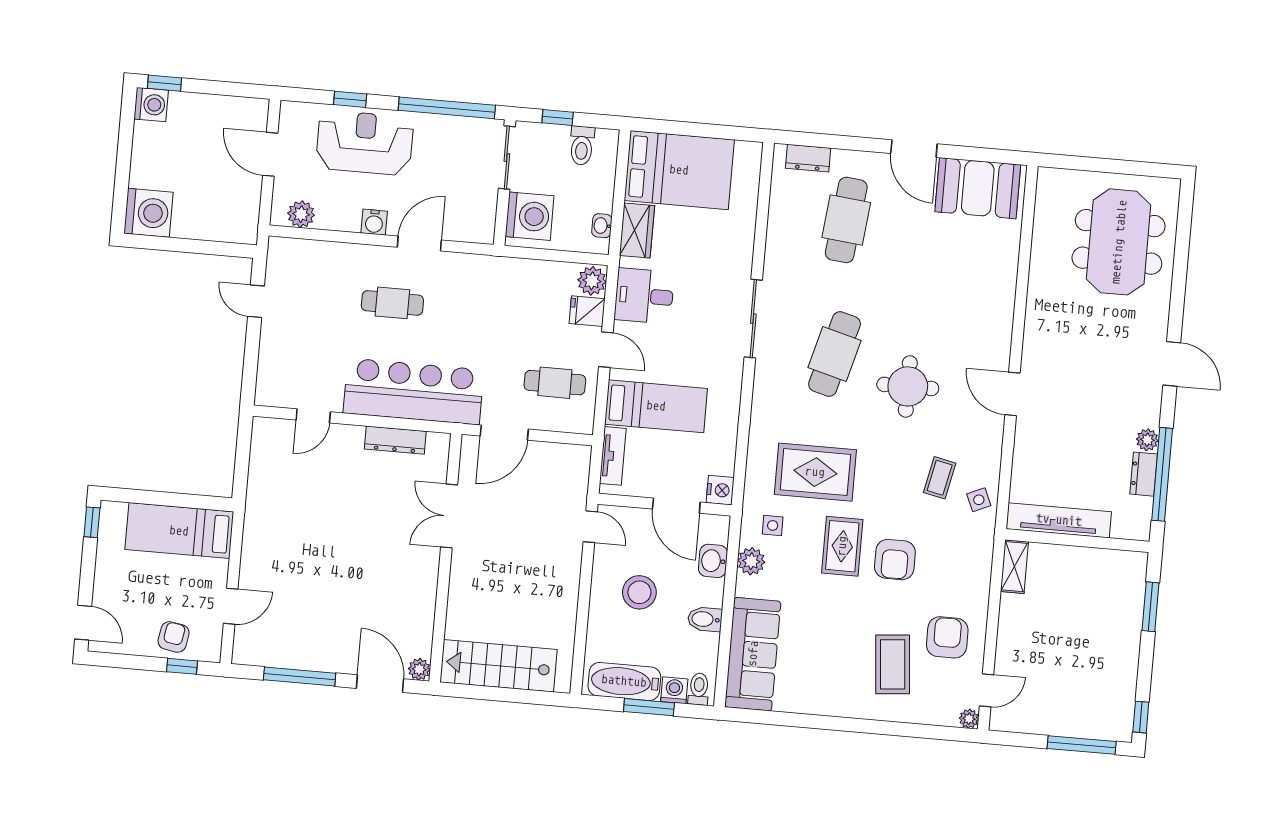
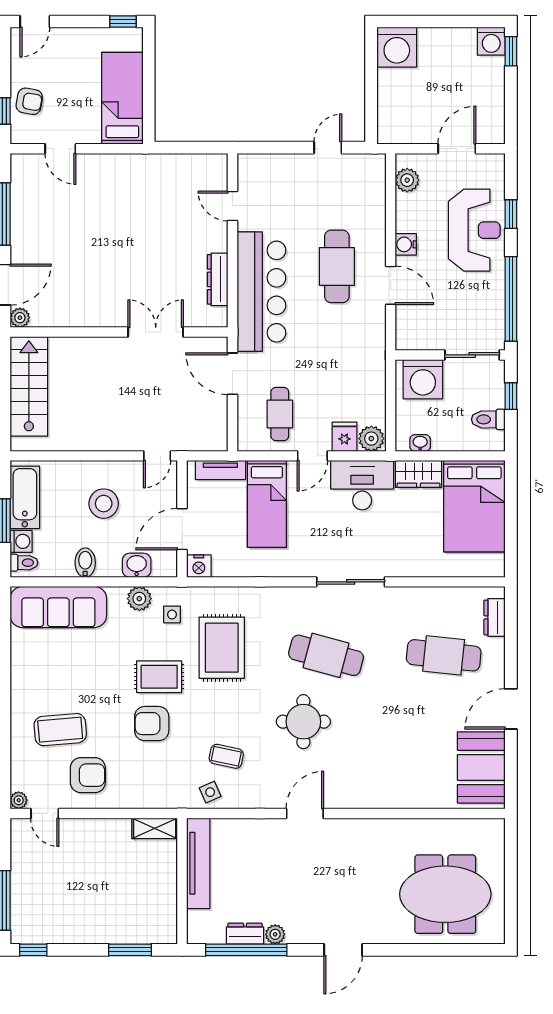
desk: (644, 296) -> (362, 485), width x1.37
cafe table: (392, 303) -> (337, 266), width x1.37, depth x1.35

